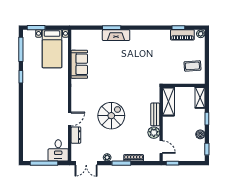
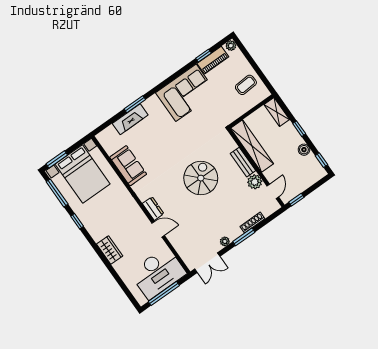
fireplace: (116, 35) -> (130, 119), moved
corner sofa: (150, 44) -> (186, 93), added
bed with nightstands: (52, 49) -> (83, 174), width x1.36
shelving: (168, 101) -> (252, 146), width x1.47
wardrobe: (29, 110) -> (110, 250), added
spiral stairs: (111, 116) -> (201, 178), moved
door: (70, 119) -> (158, 229), hinge flipped
dresser: (76, 135) -> (153, 209), moved
door: (161, 147) -> (273, 191), hinge flipped
desk: (58, 150) -> (158, 273), width x1.87, depth x1.30

